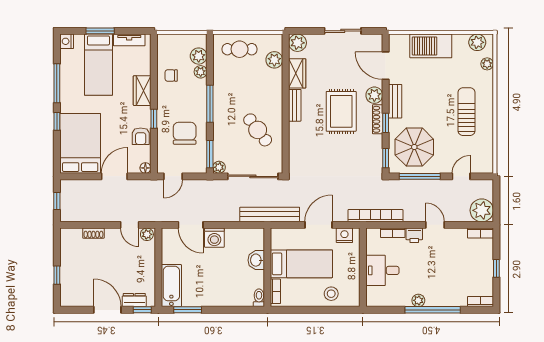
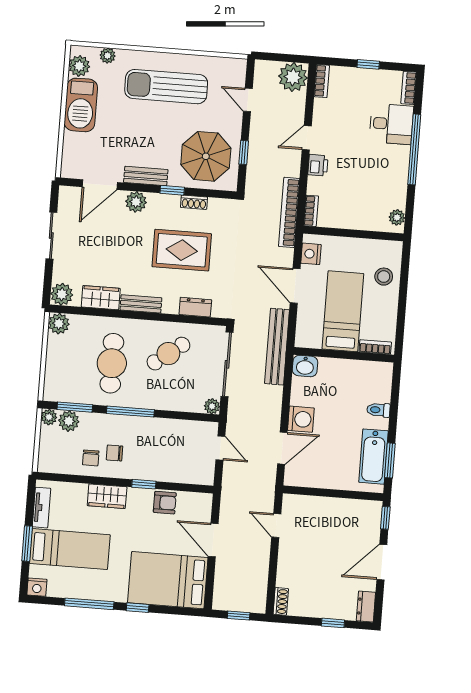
barbecue: (431, 46) -> (81, 105), moved
cafe table: (240, 49) -> (112, 363), moved, width x1.37, depth x1.35
plant: (274, 60) -> (59, 324), moved
plant: (201, 72) -> (49, 417), moved
rug: (341, 111) -> (182, 250), moved
sun lounger: (466, 112) -> (166, 87), width x1.36, depth x1.34
shoe rack: (378, 119) -> (194, 202), moved, width x0.70
chair: (185, 133) -> (115, 453), moved, width x0.54, depth x0.54
dresser: (296, 148) -> (195, 307), added
window: (210, 154) -> (75, 407), moved
window: (386, 158) -> (217, 194), removed
floor lamp: (145, 168) -> (206, 500), removed
door: (173, 176) -> (220, 448), moved
window: (420, 176) -> (244, 152), width x0.46
door: (130, 225) -> (276, 525), swing flipped
shoe rack: (93, 233) -> (281, 601), moved
bookcase: (393, 233) -> (311, 211), moved
plant: (147, 234) -> (290, 505), removed
washbasin: (256, 260) -> (305, 366), moved
desk: (382, 270) -> (391, 124), moved, turned -90
bathtub: (171, 286) -> (374, 457), moved, turned -90
toilet: (259, 298) -> (378, 410), moved
dresser: (134, 300) -> (366, 607), moved
plant: (418, 300) -> (397, 217), moved

